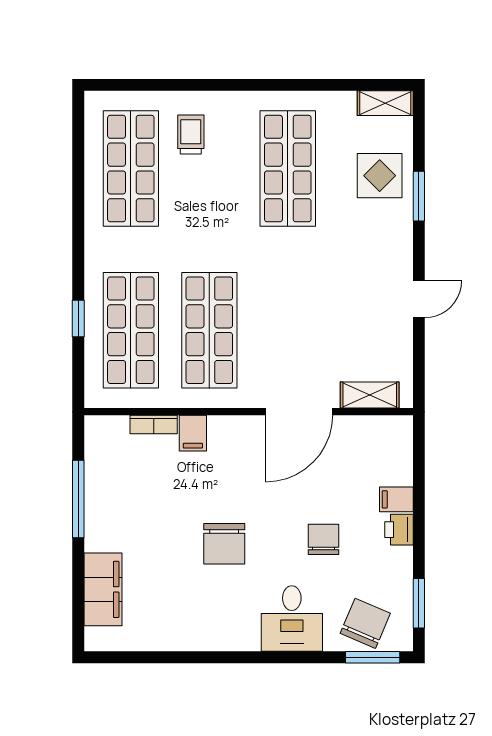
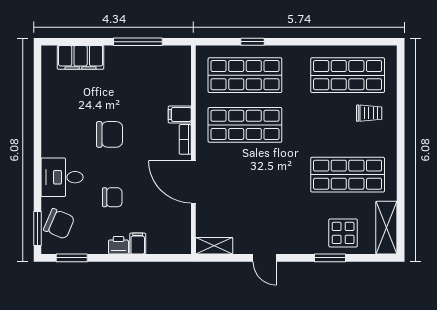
shelving: (385, 103) -> (386, 228), width x1.50, depth x1.33
shelving: (370, 395) -> (214, 246), moved, turned 90
bookcase: (154, 424) -> (185, 139), moved
chair: (224, 544) -> (110, 134), turned 180

